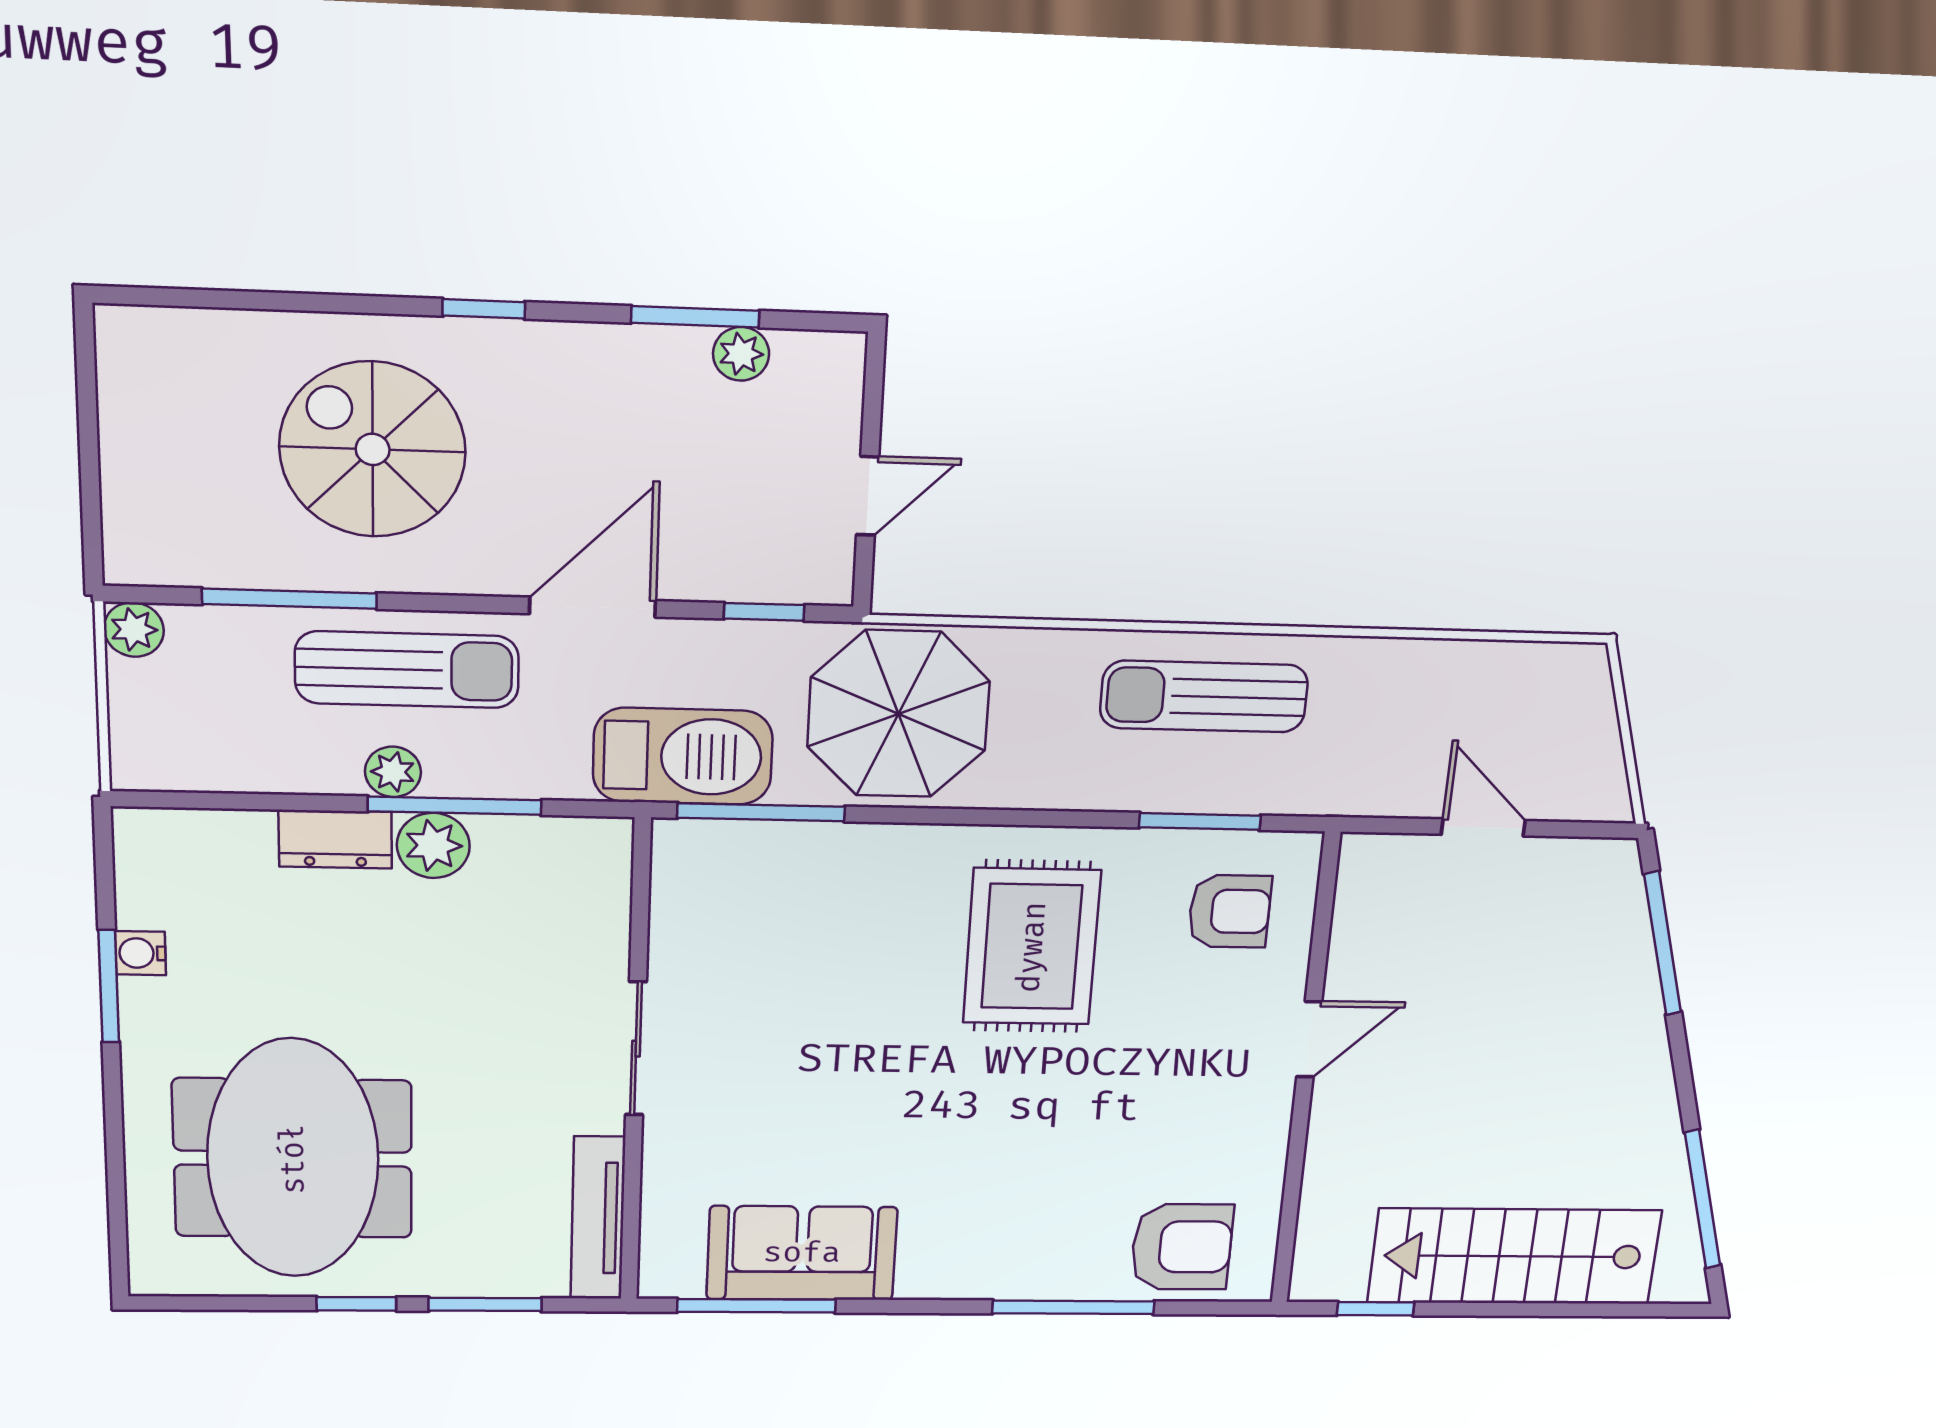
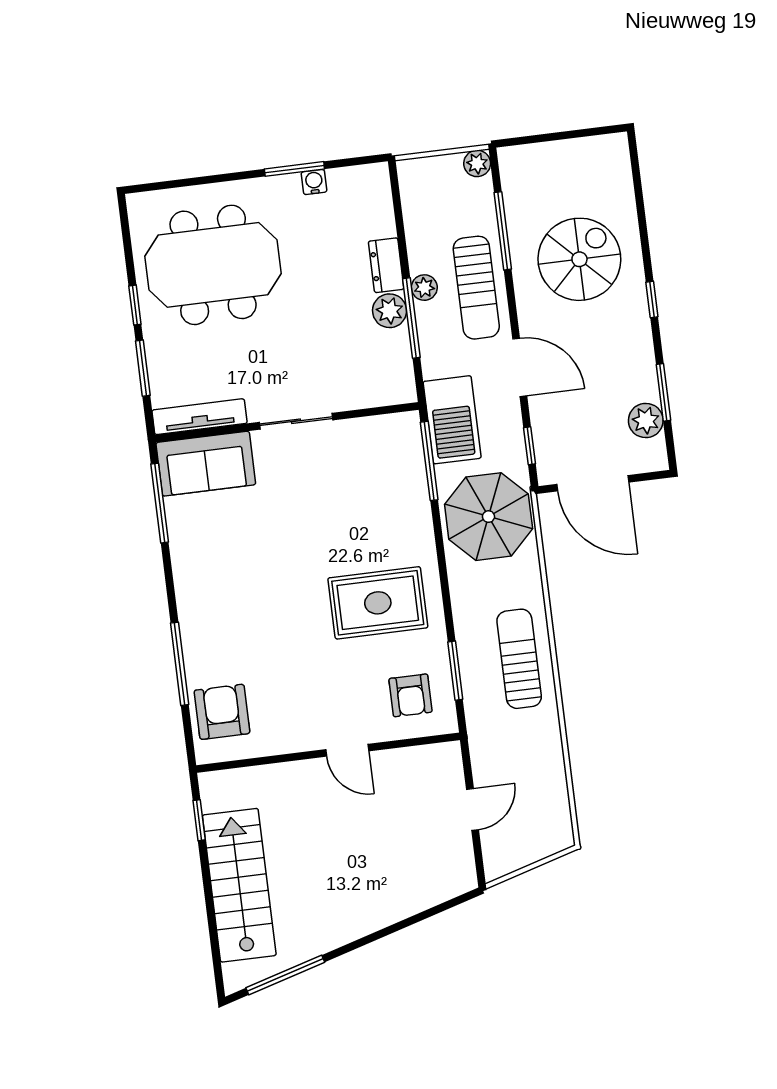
plant: (741, 354) -> (646, 421), width x1.38, depth x1.38
door: (868, 496) -> (593, 483), width x1.88
window: (1663, 943) -> (424, 915), removed
armchair: (1182, 1247) -> (222, 712), turned 180
sofa: (802, 1253) -> (206, 464), moved, turned 90

